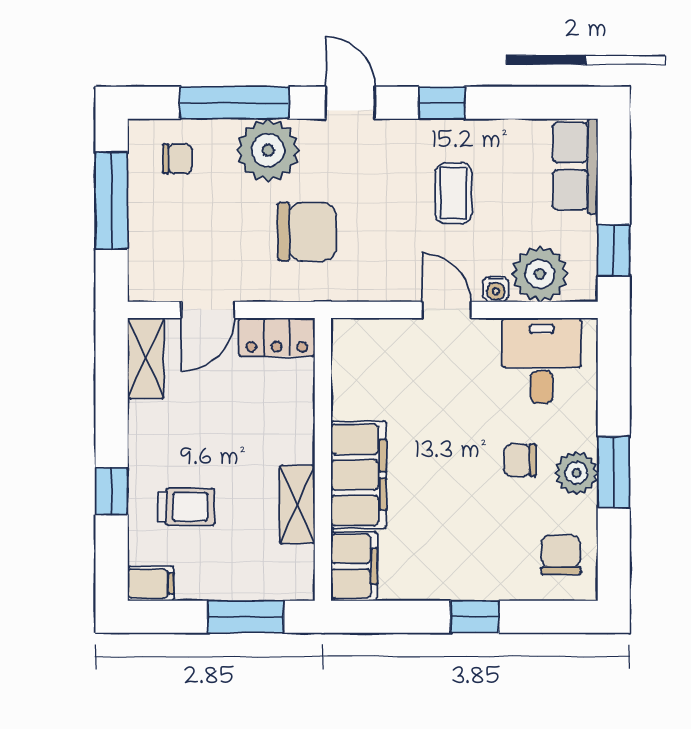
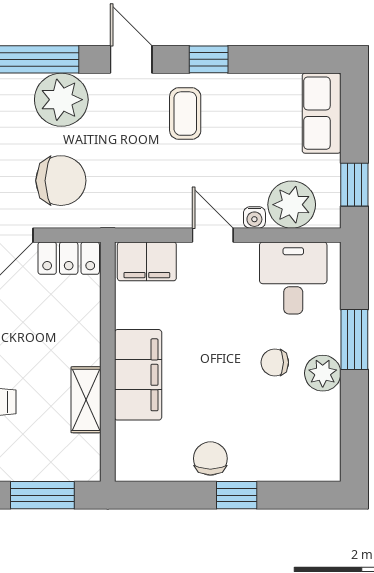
coffee table: (454, 193) -> (185, 114), moved
chair: (307, 232) -> (61, 181), moved
window: (614, 472) -> (354, 339), moved
chair: (561, 555) -> (210, 458), moved
filing cabinet: (354, 566) -> (147, 261), moved, turned 90

